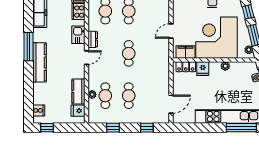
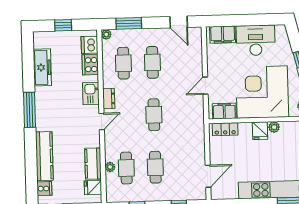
kitchen counter: (39, 62) -> (44, 156), moved
fridge: (203, 69) -> (260, 131), moved

